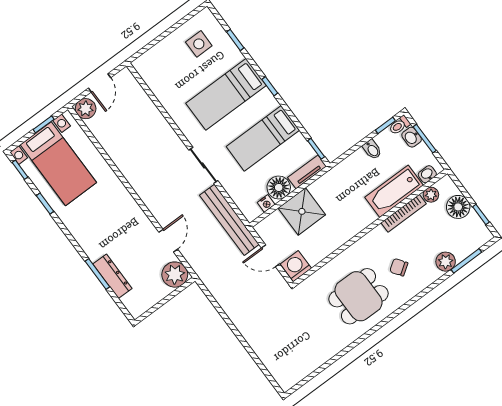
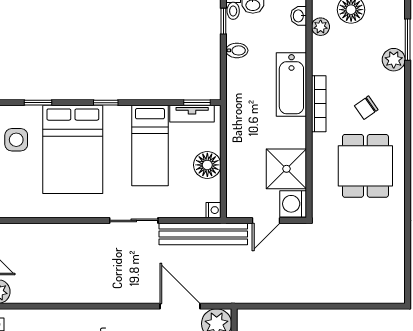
bed: (226, 94) -> (73, 149), width x1.50
tv unit: (307, 172) -> (192, 114), moved, turned -90
bathtub: (394, 191) -> (291, 85), moved
nightstand: (266, 203) -> (213, 210), moved
shower: (302, 211) -> (286, 169), moved
bookcase: (404, 213) -> (319, 104), moved
door: (168, 241) -> (180, 306), width x1.38

